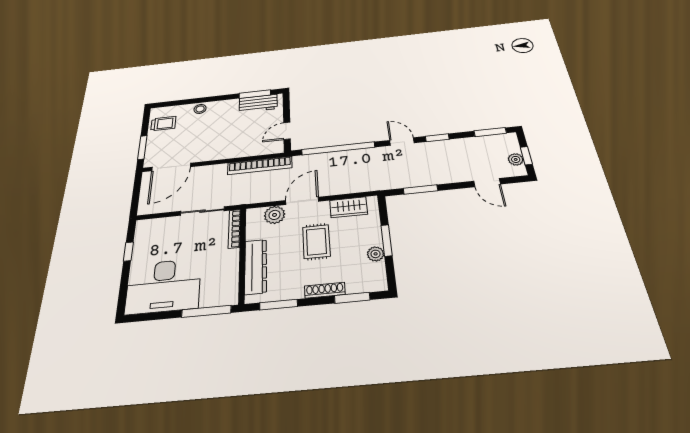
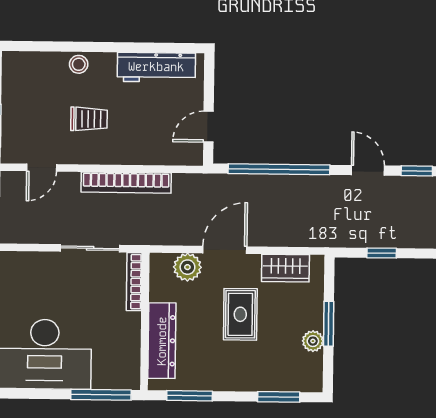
window: (255, 94) -> (162, 48), removed
workbench: (258, 103) -> (156, 67), width x1.38
trolley: (163, 124) -> (89, 119), moved
bookcase: (260, 165) -> (126, 183), moved
door: (171, 167) -> (42, 168), width x0.53
window: (420, 189) -> (382, 253), width x0.67
shoe rack: (325, 290) -> (247, 383), removed

